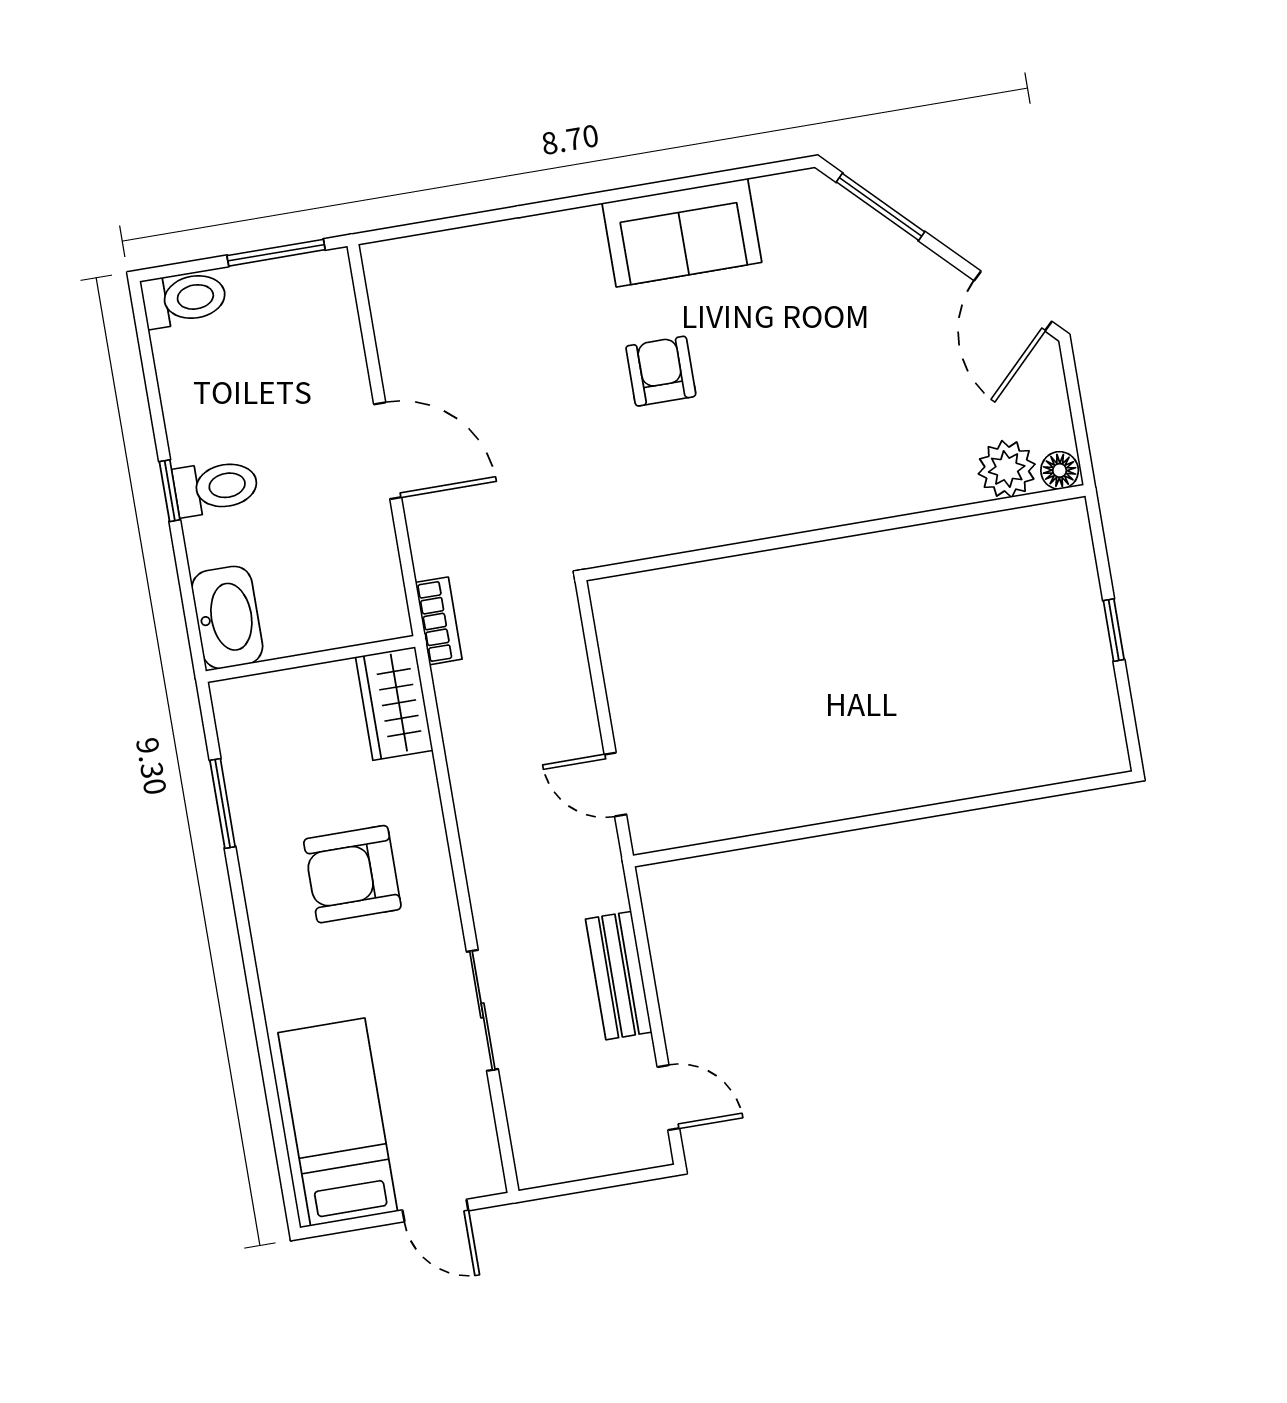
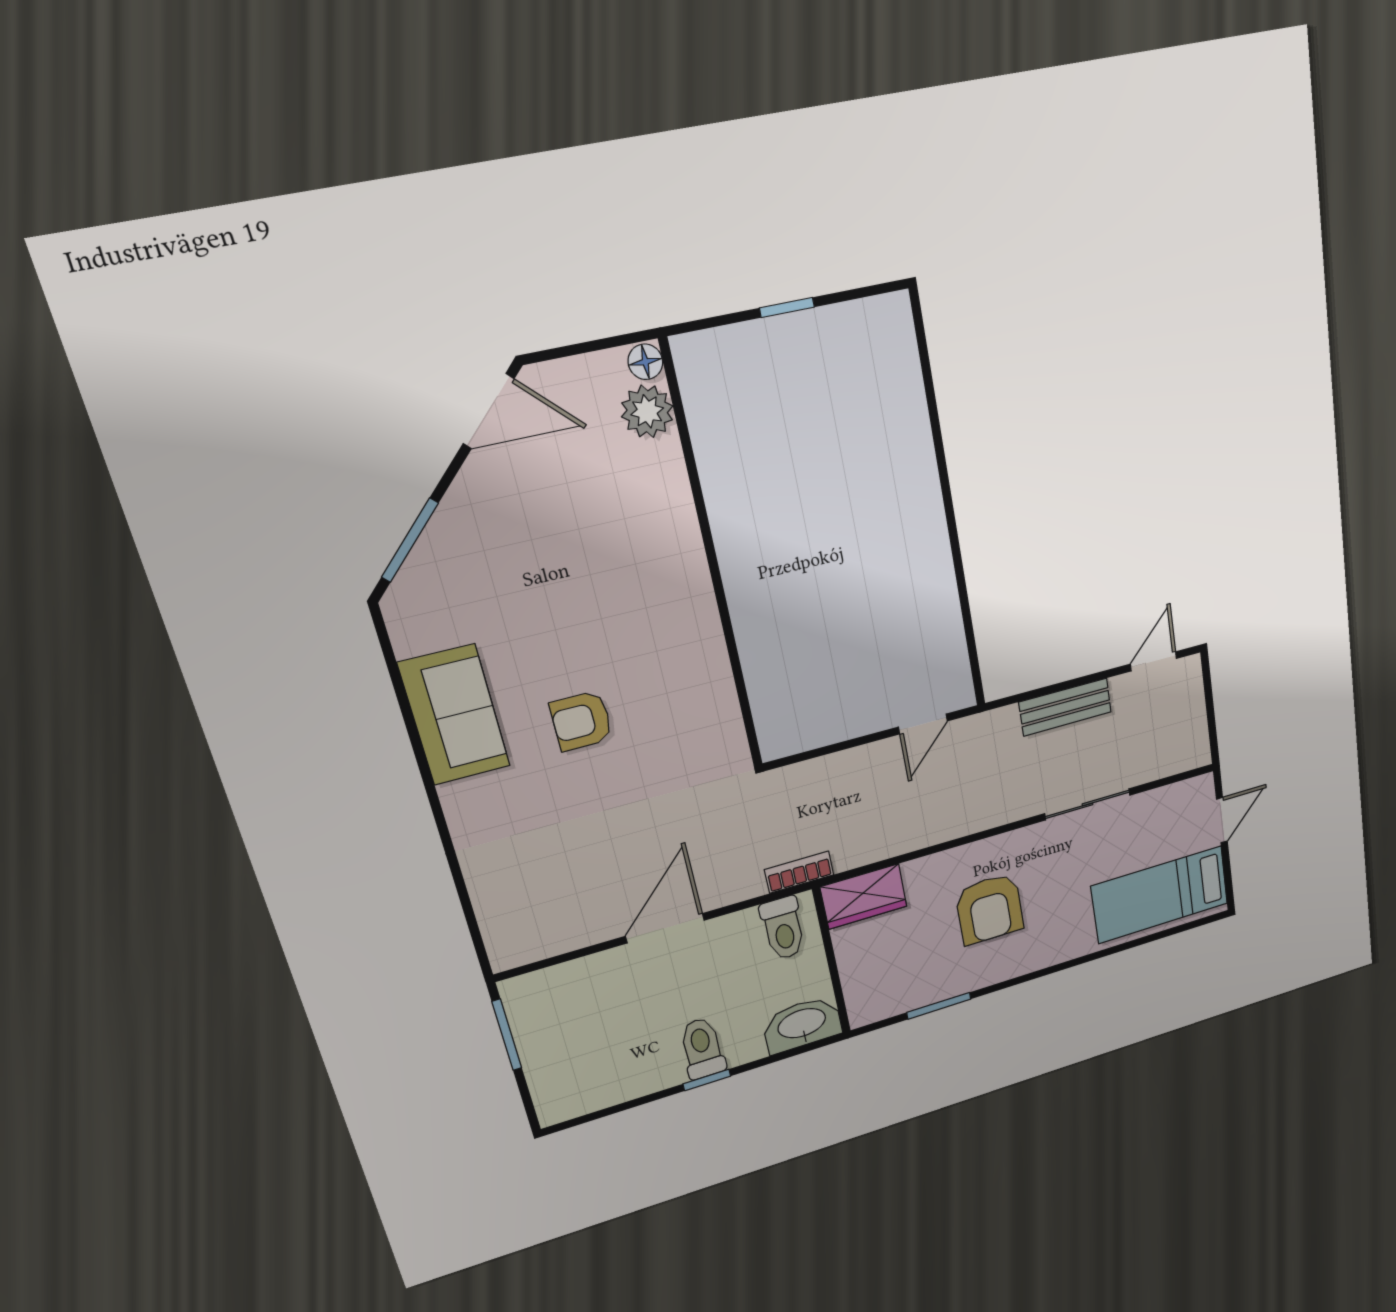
toilet: (184, 299) -> (783, 928), moved, turned 180

